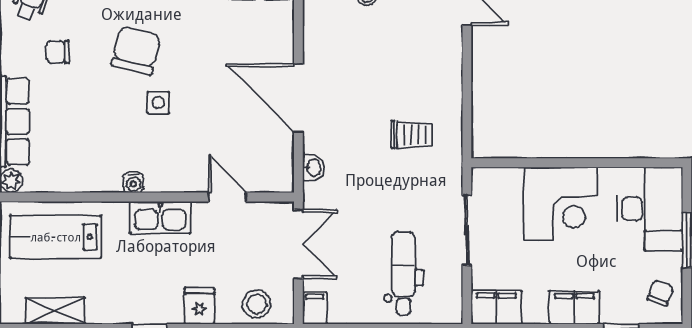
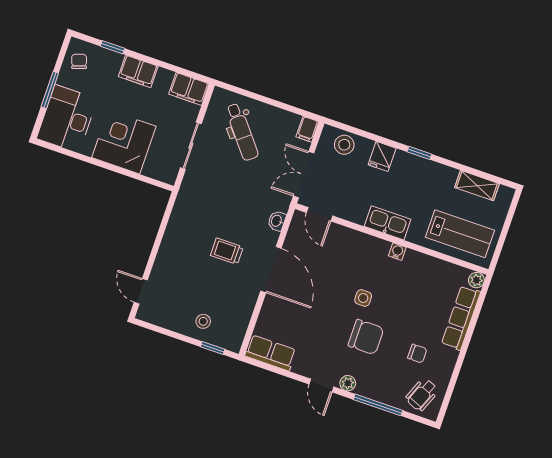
chair: (136, 50) -> (366, 337), turned -104
trolley: (412, 135) -> (227, 251), moved
door: (228, 197) -> (320, 214), moved
dental chair: (403, 273) -> (242, 132), turned -39
chair: (660, 293) -> (79, 61), turned 141

